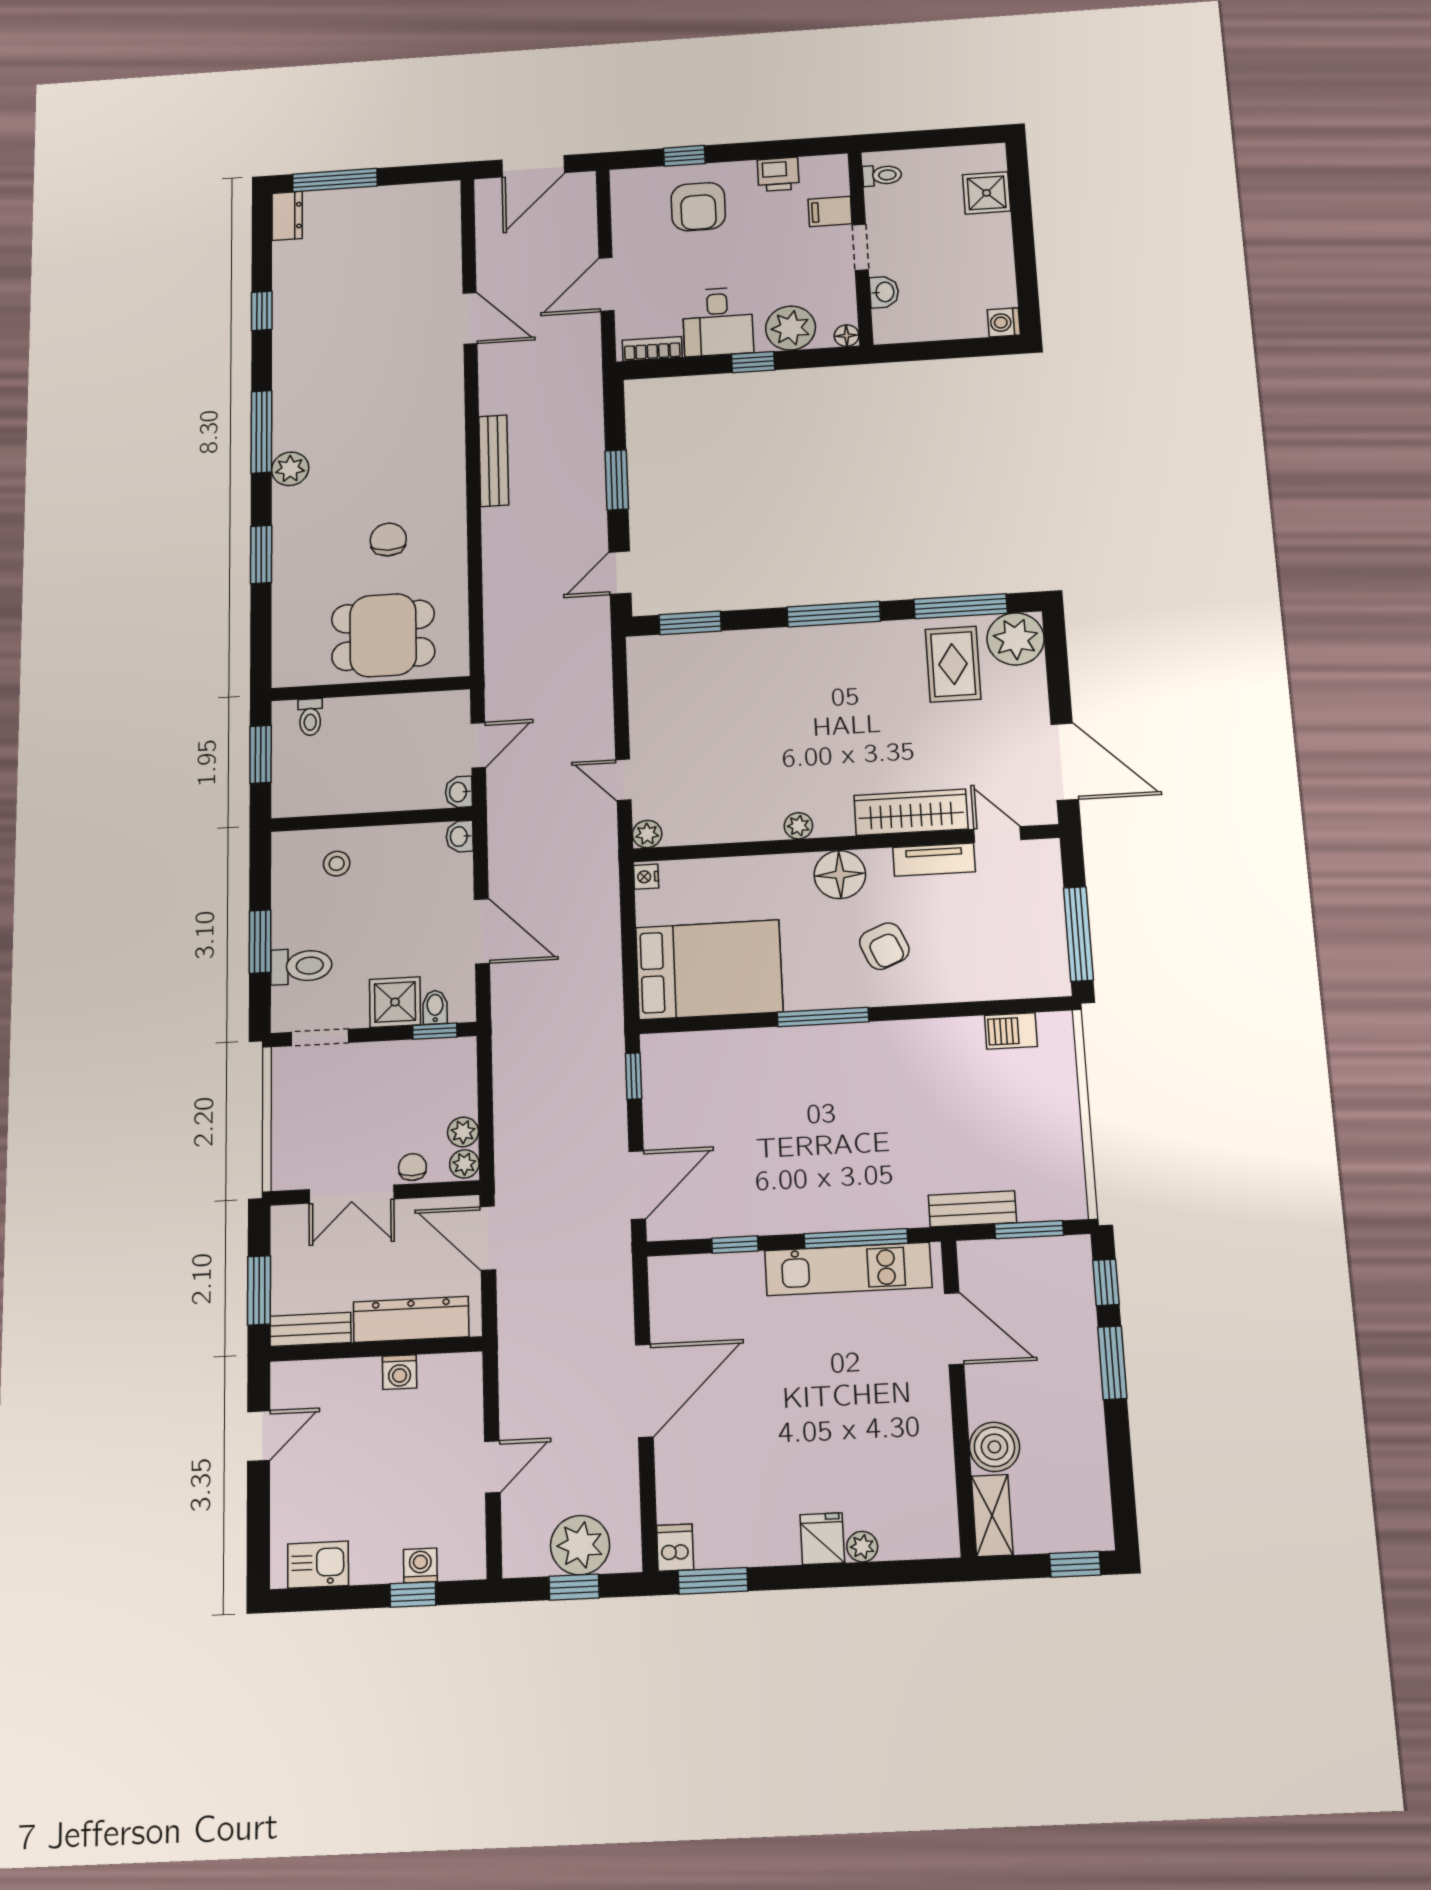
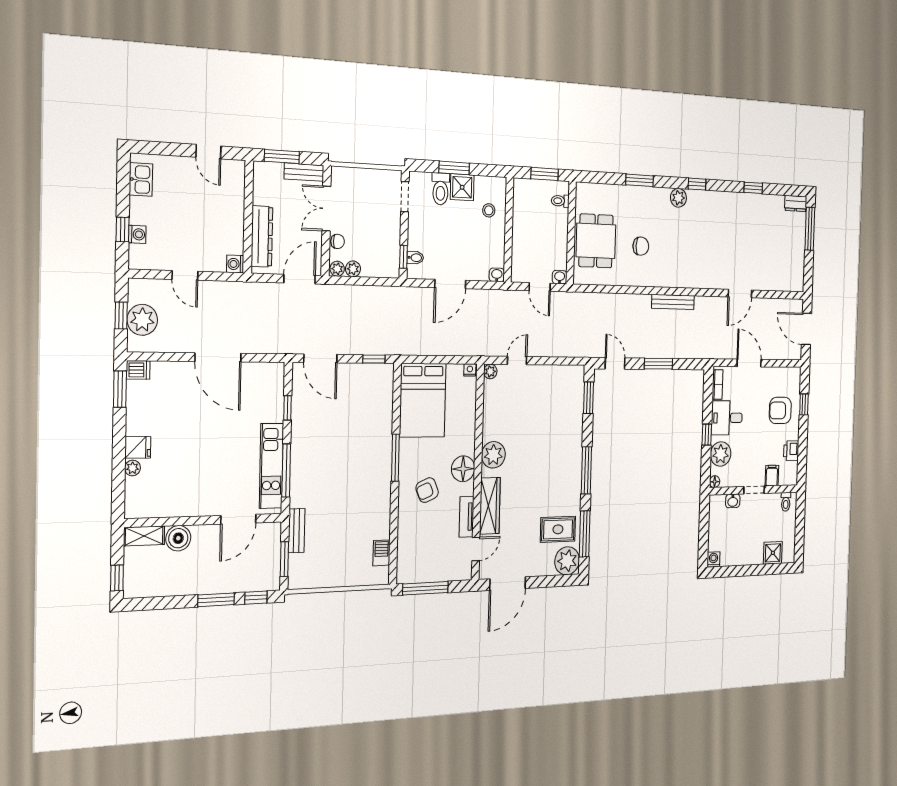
window: (261, 432) -> (697, 184), width x0.46
washbasin: (459, 792) -> (560, 277), moved
plant: (798, 826) -> (493, 455), width x1.87, depth x1.87
shower: (395, 1002) -> (462, 187), moved
bench: (310, 1329) -> (304, 172), moved, turned 90
washing machine: (400, 1372) -> (235, 264), moved

